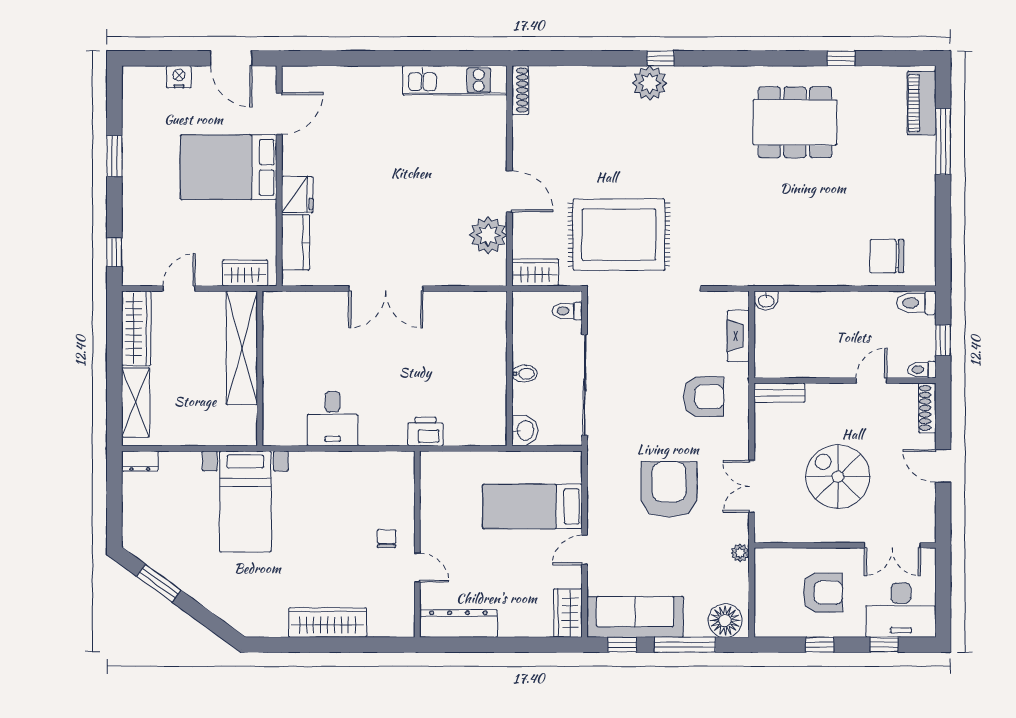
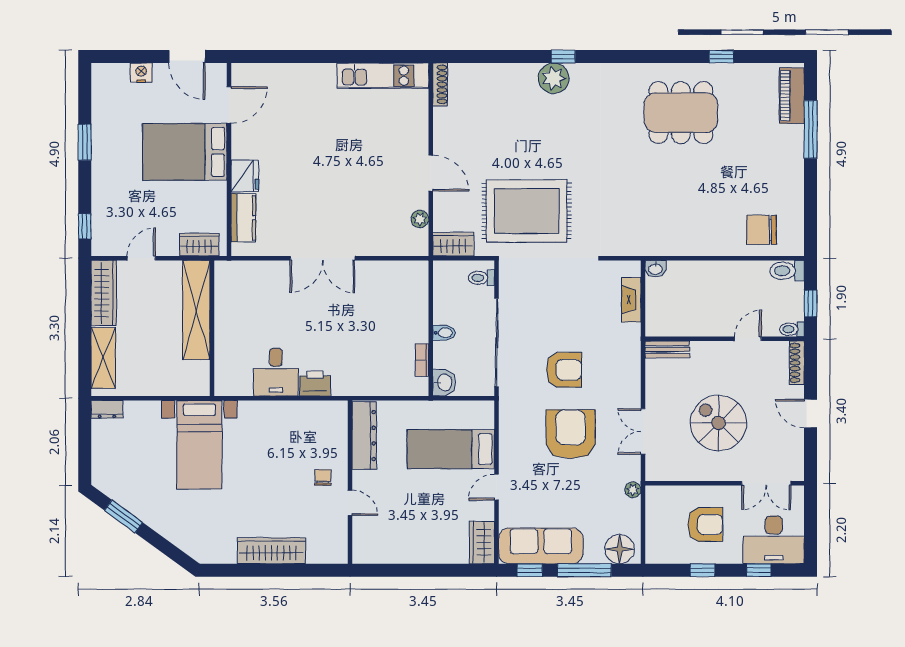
plant: (488, 235) -> (420, 219), width x0.53, depth x0.53
armchair: (704, 397) -> (564, 370), moved
bookcase: (499, 405) -> (422, 360), added
printer: (426, 432) -> (315, 383), moved
dresser: (458, 624) -> (364, 436), moved, turned 90

